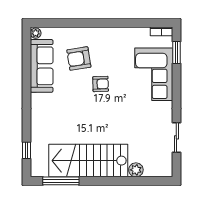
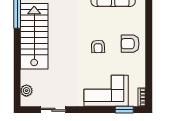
armchair: (79, 58) -> (130, 44), moved, turned -81
plant: (136, 170) -> (26, 91), moved

